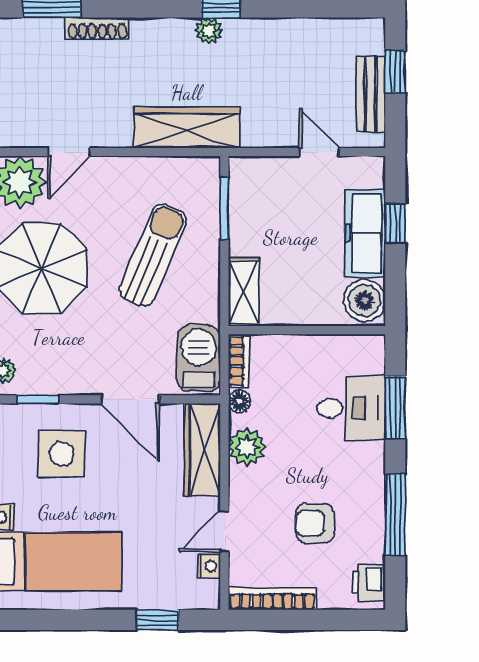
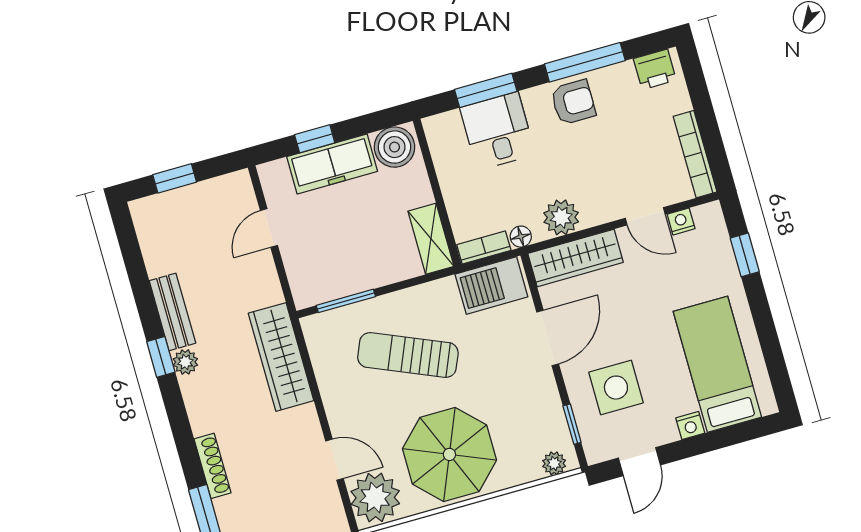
bench: (371, 94) -> (172, 312), moved, turned 90
shelving: (244, 292) -> (431, 239), moved, turned 90
armchair: (315, 523) -> (573, 102), moved, turned -90

